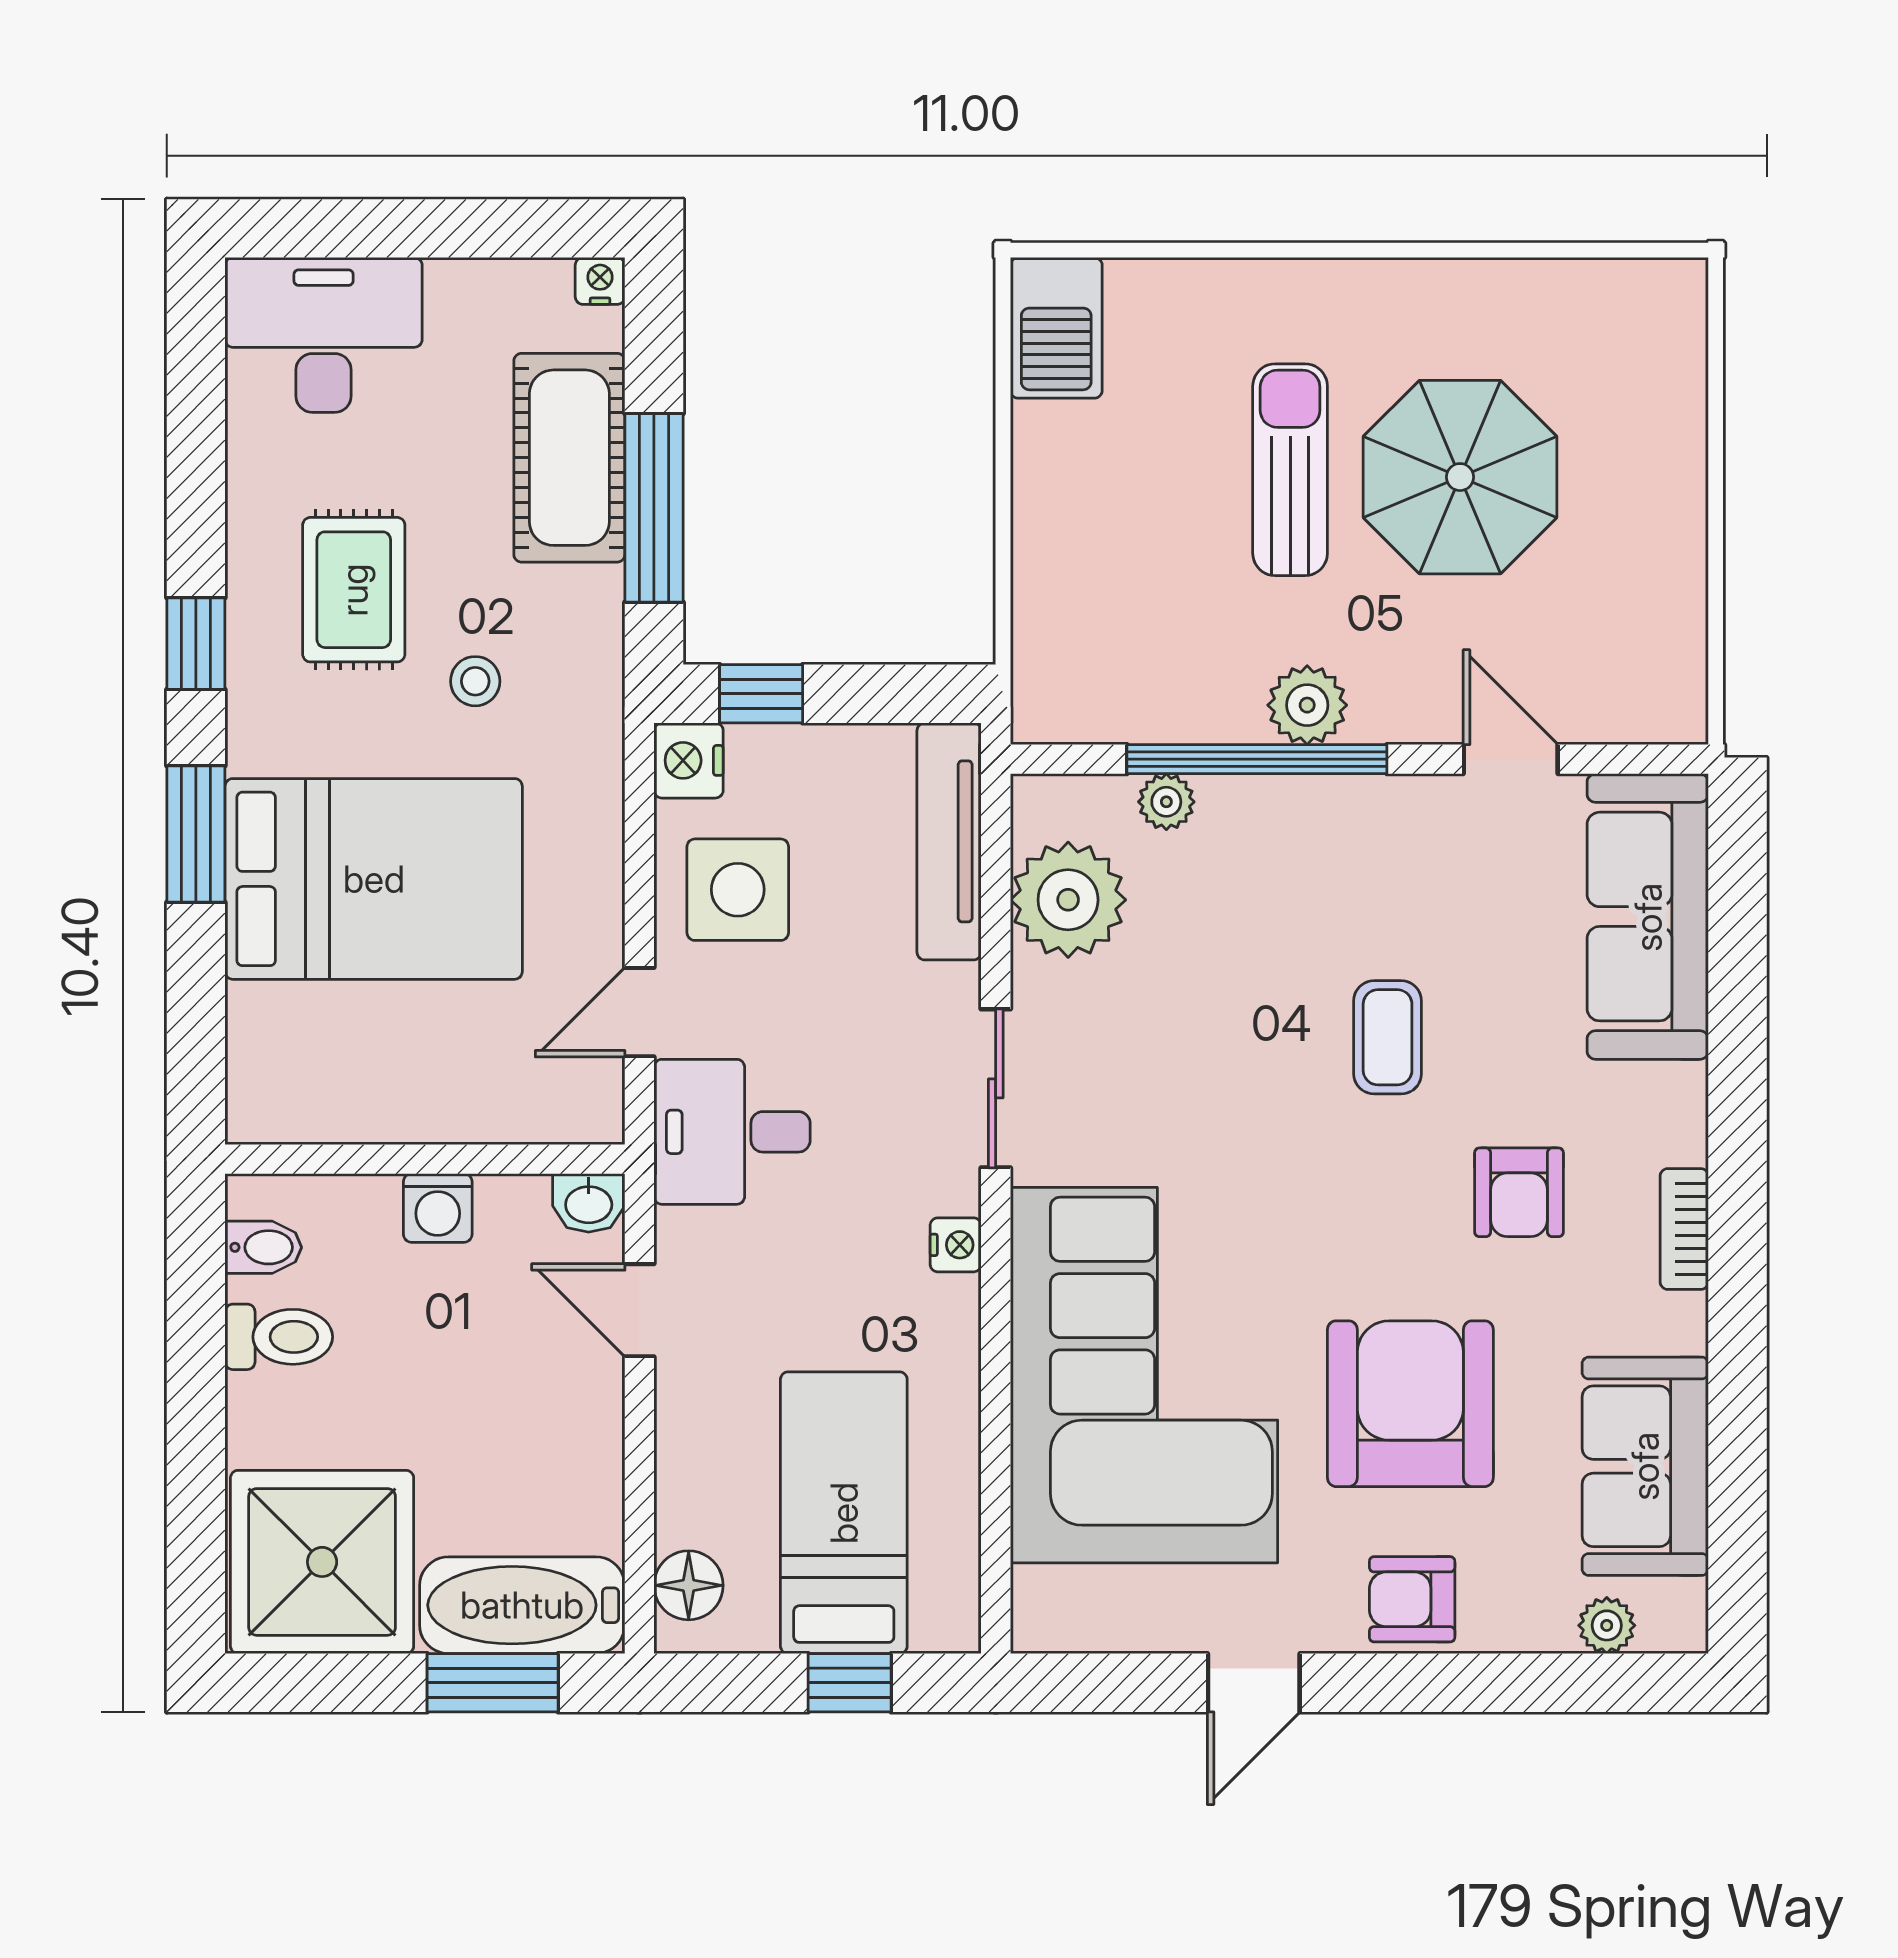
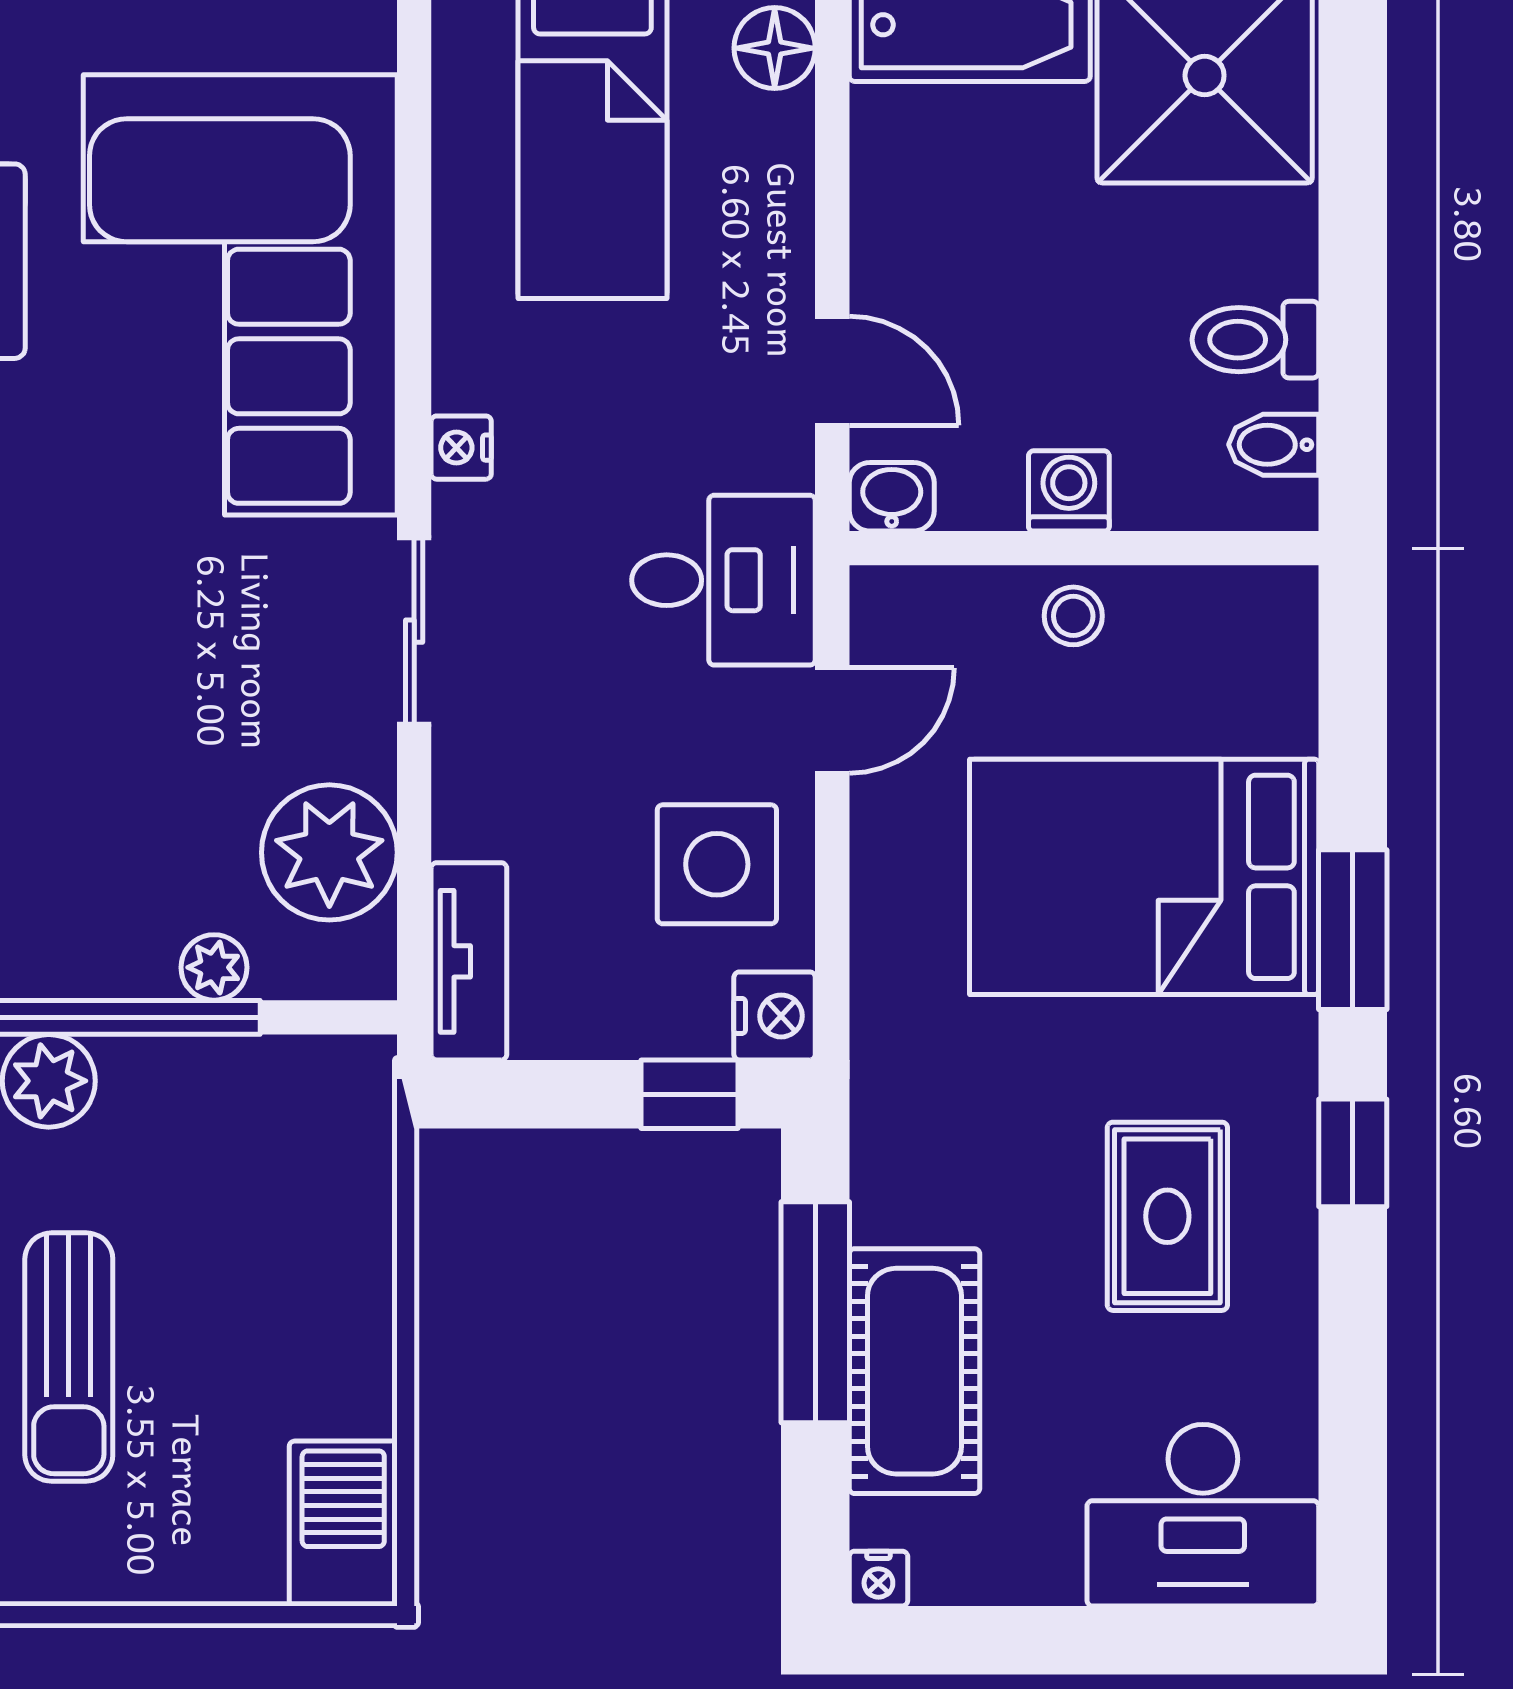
stool: (475, 681) -> (1073, 616), moved
tv unit: (949, 841) -> (469, 961), width x0.71

